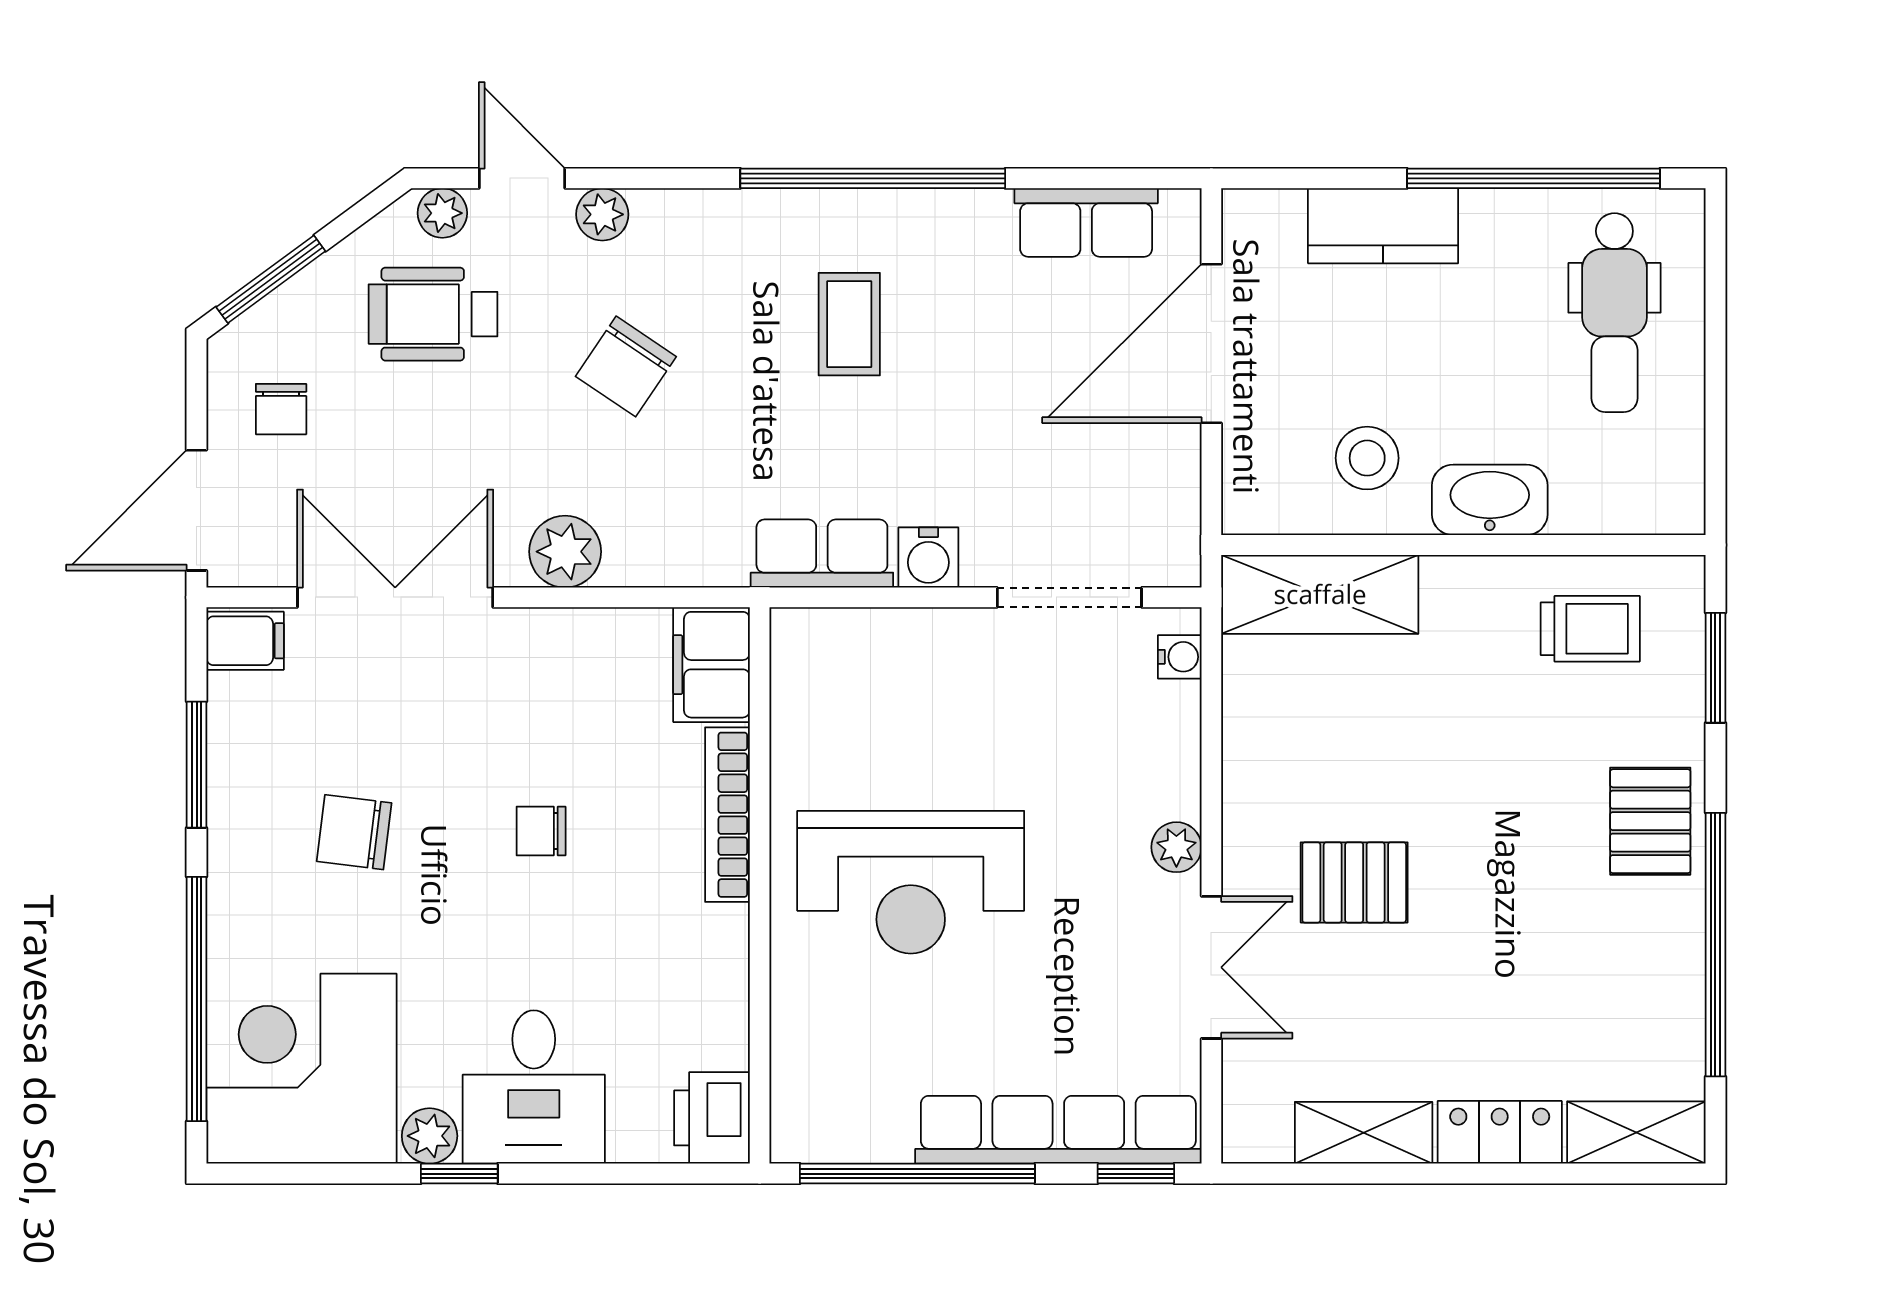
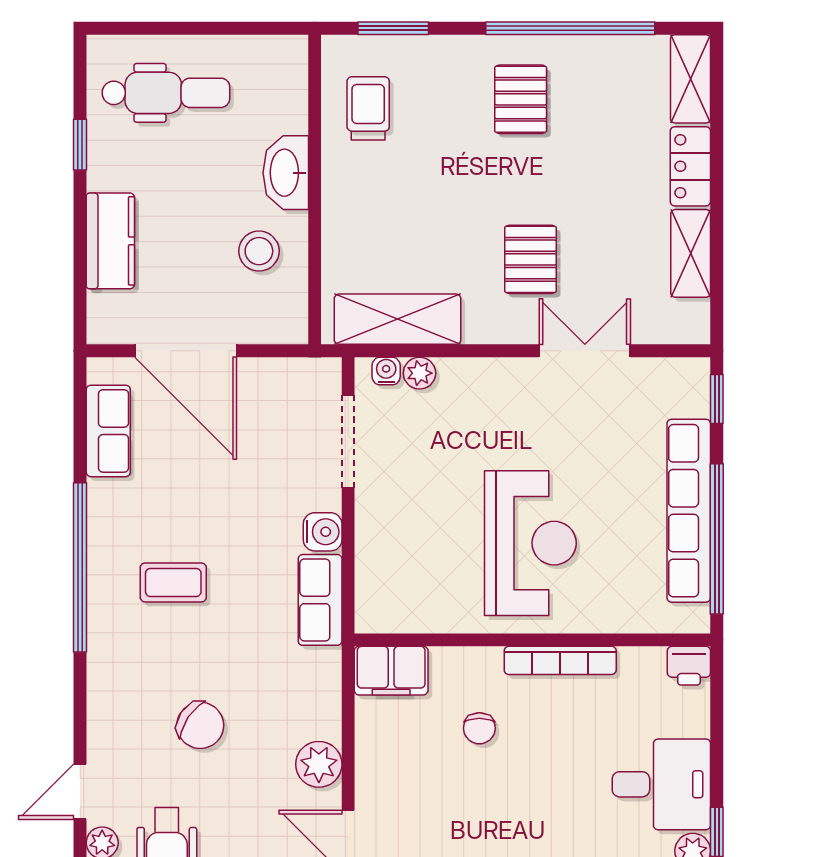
window: (1534, 178) -> (80, 145), width x0.32
plant: (602, 214) -> (103, 740), removed
shelving: (1320, 594) -> (398, 319), moved, turned 90
bookcase: (727, 815) -> (560, 660), moved
pallet: (1650, 821) -> (521, 99), moved, turned 90
chair: (541, 831) -> (479, 728), moved
plant: (1176, 847) -> (419, 373), moved
printer: (712, 1118) -> (689, 666), width x0.73, depth x0.81
row of seats: (1058, 1130) -> (689, 511), moved

